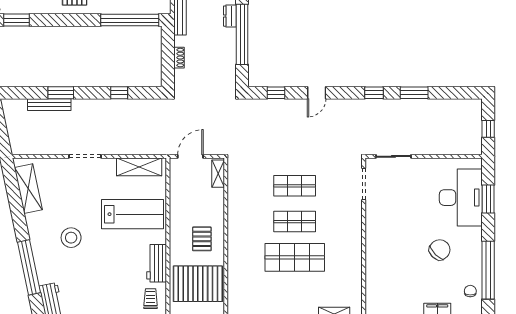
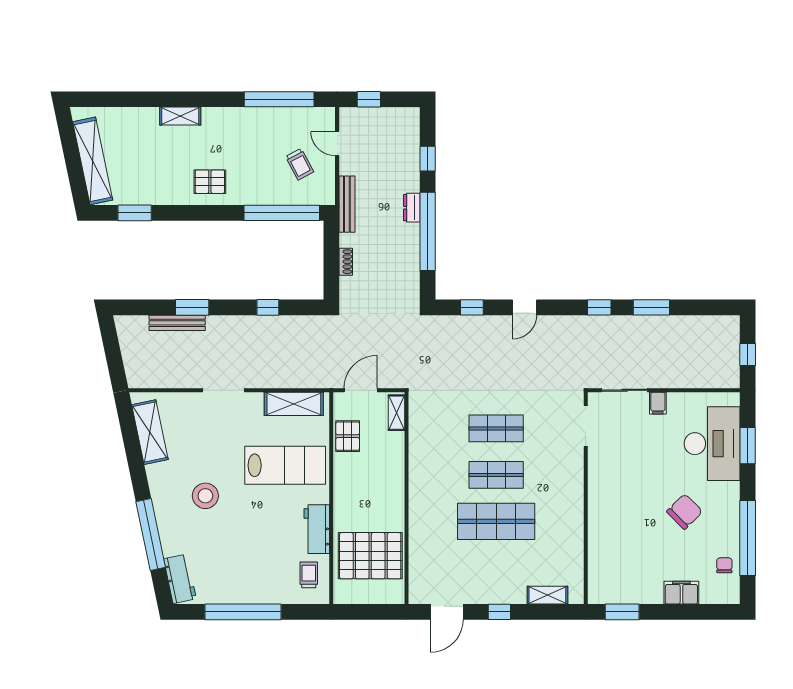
filing cabinet: (419, 166) -> (658, 403), added
pallet: (202, 239) -> (348, 436), moved

